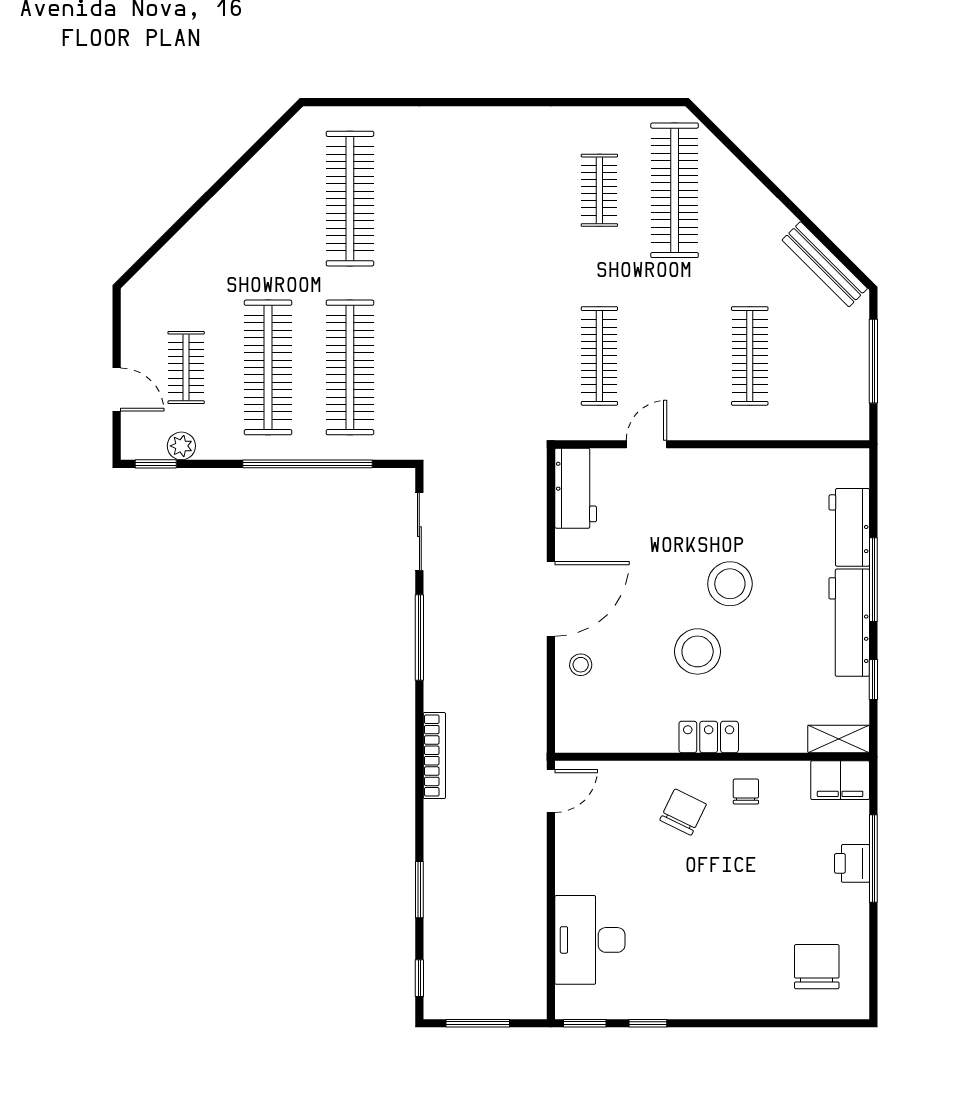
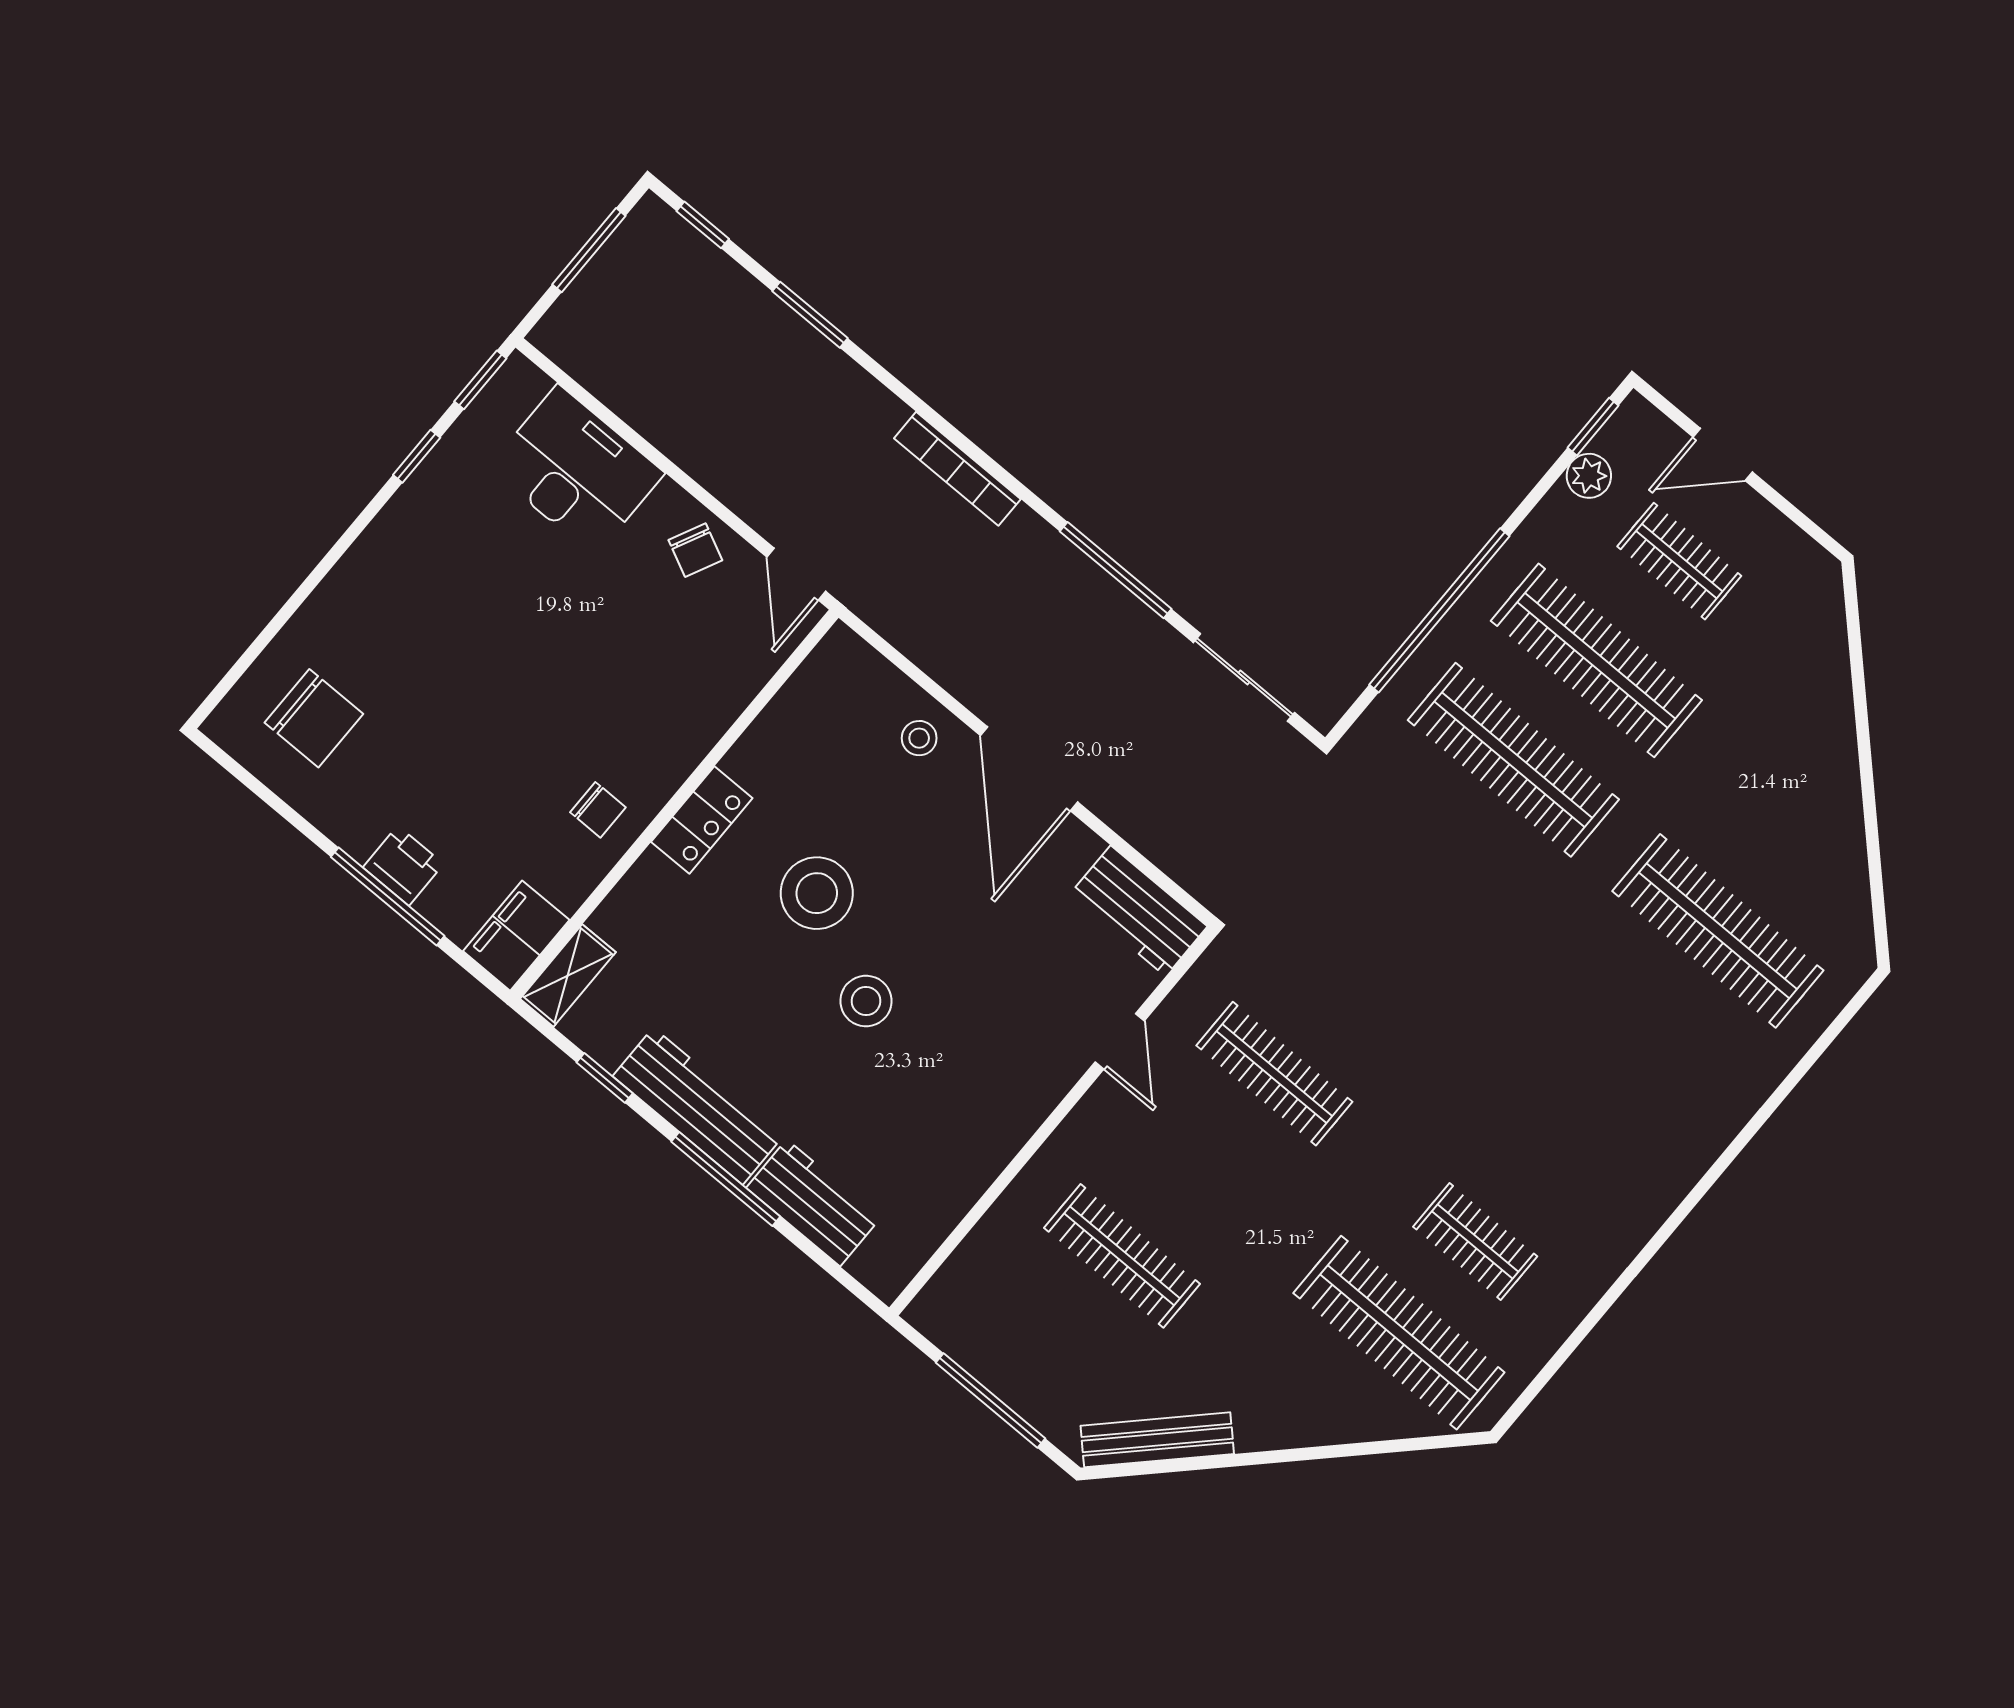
stool: (730, 584) -> (866, 1001), width x0.73, depth x0.73
chair: (683, 812) -> (695, 550), moved, width x0.73, depth x0.73

